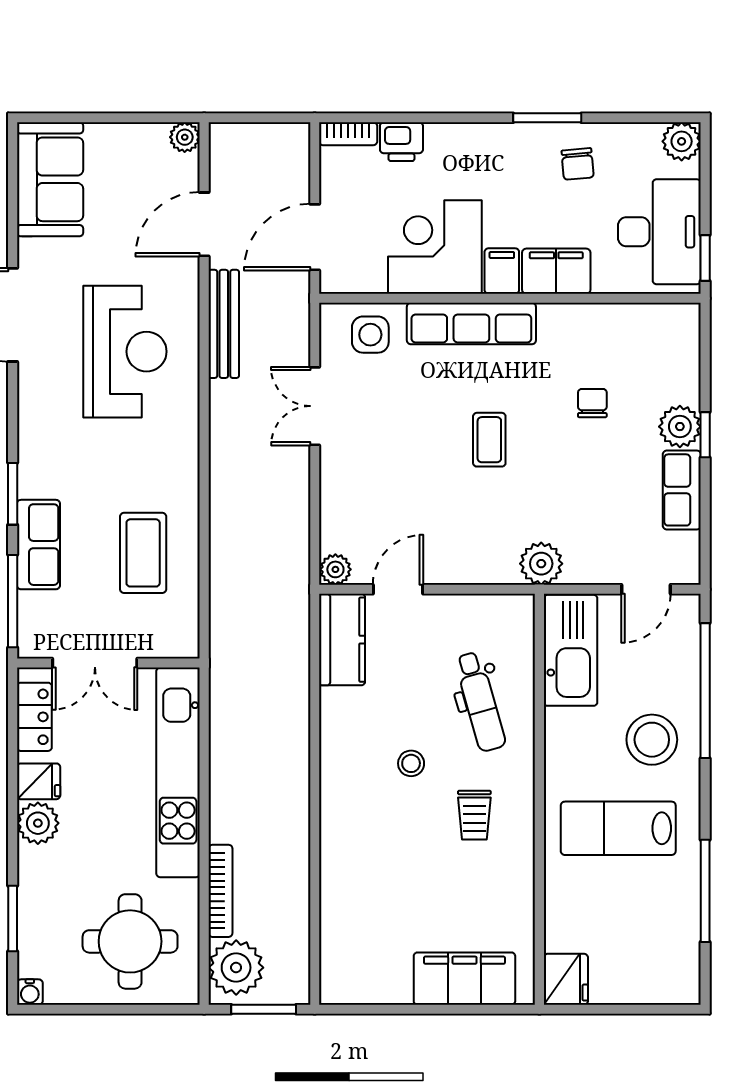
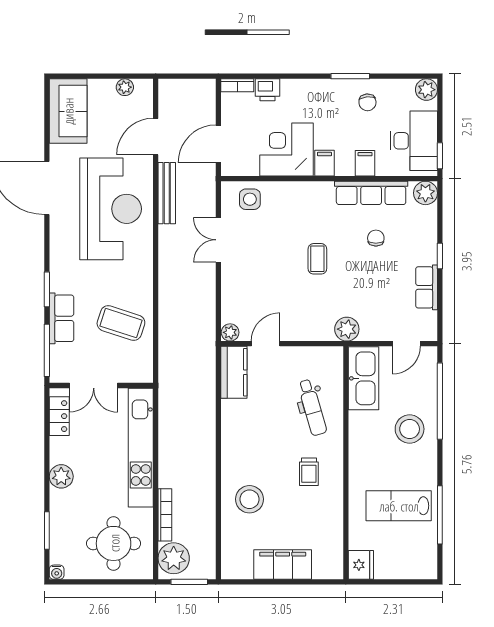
plant: (185, 137) -> (125, 87), moved
filing cabinet: (556, 271) -> (365, 163), width x0.50
row of seats: (471, 324) -> (371, 193), moved
reception desk: (125, 352) -> (111, 209), width x1.36, depth x1.30
plant: (680, 427) -> (425, 193), moved
coffee table: (143, 553) -> (121, 323), turned -72
stool: (411, 763) -> (249, 499), moved, width x1.89, depth x1.89
fridge: (39, 781) -> (62, 453), removed
lab bench: (618, 828) -> (399, 506), moved
filing cabinet: (464, 979) -> (283, 565), moved

